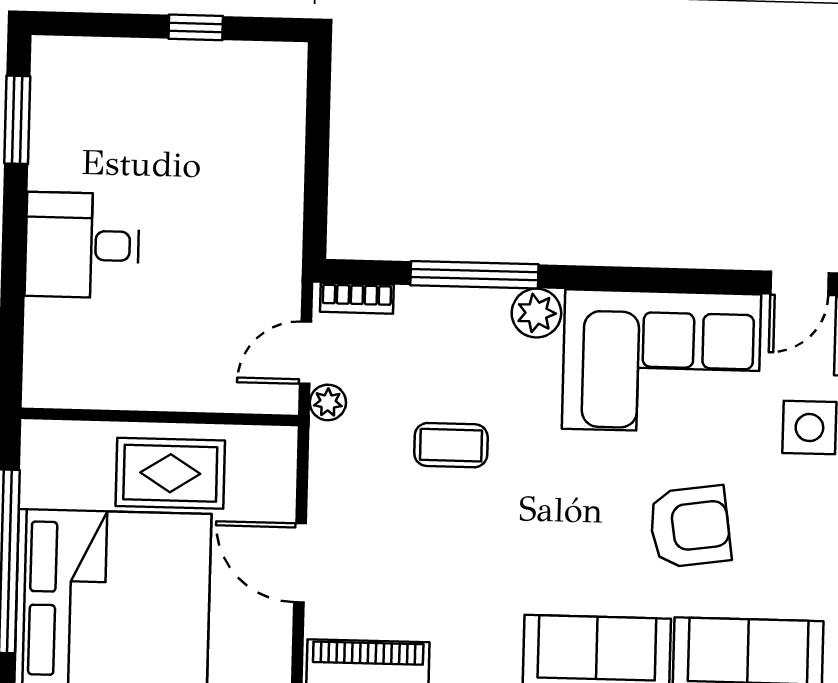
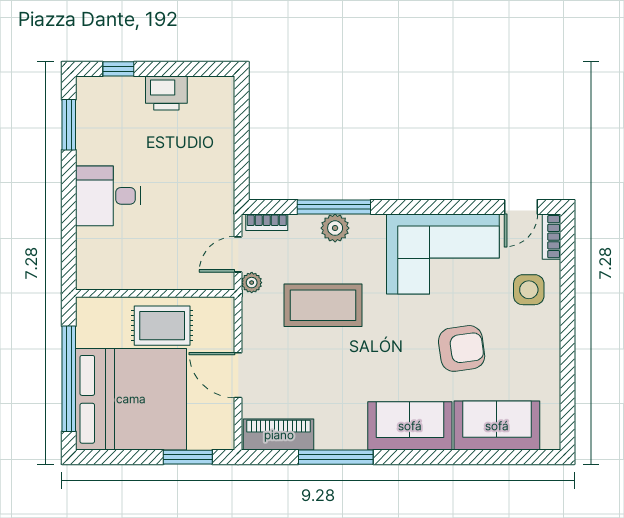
window: (196, 27) -> (118, 69), moved
printer: (188, 69) -> (166, 93), added
plant: (536, 313) -> (335, 228), moved
coffee table: (451, 445) -> (323, 305), width x1.86, depth x1.72

